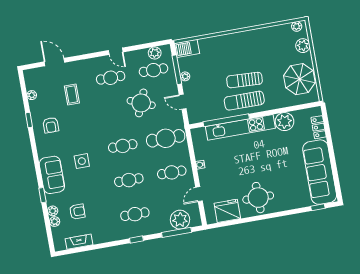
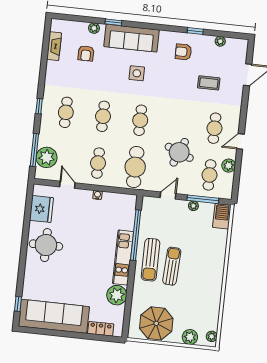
plant: (155, 53) -> (229, 166), moved
sun lounger: (244, 101) -> (151, 260), turned 180
kitchen unit: (240, 127) -> (123, 258), width x0.73
sofa: (52, 175) -> (131, 38), width x1.36
plant: (55, 222) -> (82, 27), removed

